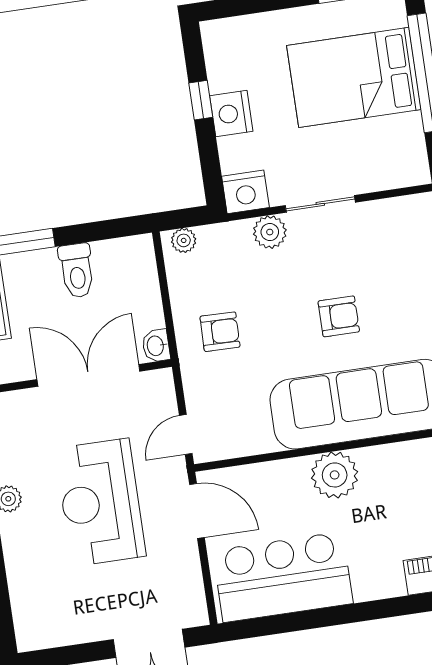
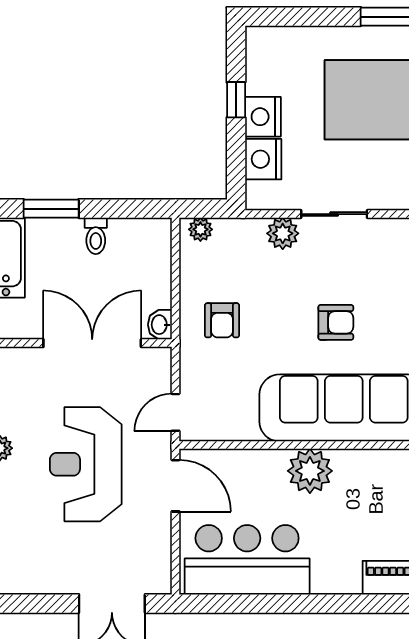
nightstand: (245, 192) -> (263, 159), moved, turned 90
toilet: (77, 271) -> (96, 236), width x0.73, depth x0.72
armchair: (220, 332) -> (222, 320), turned 89

